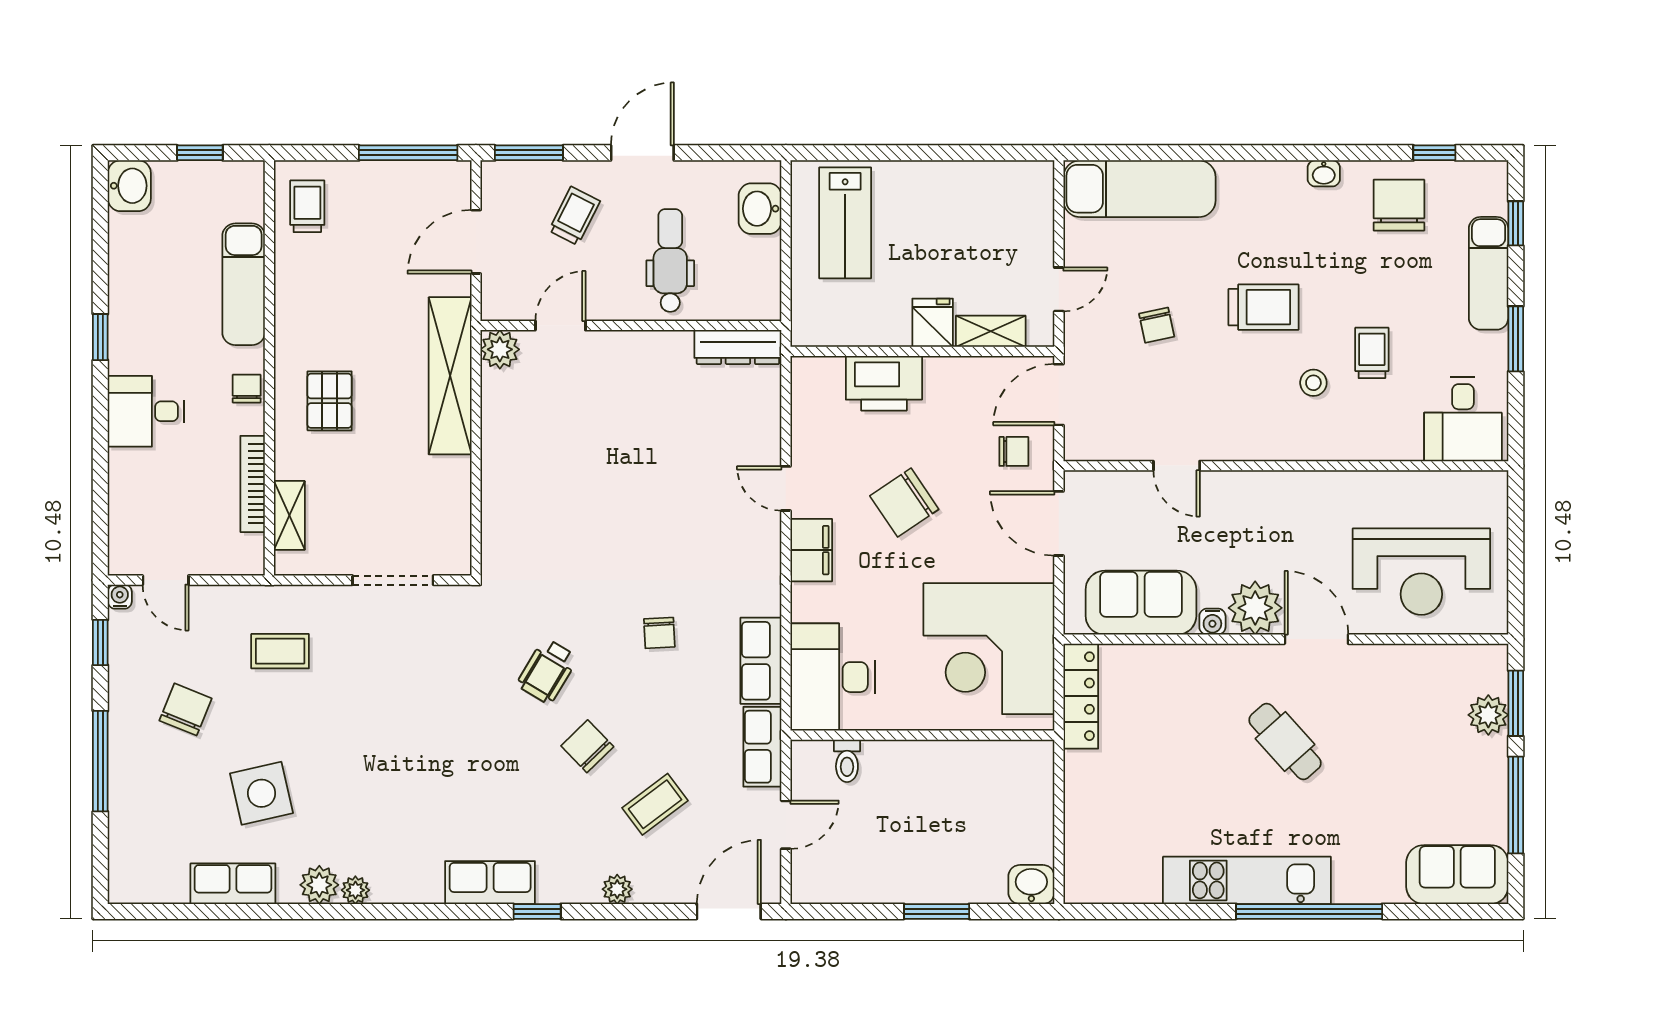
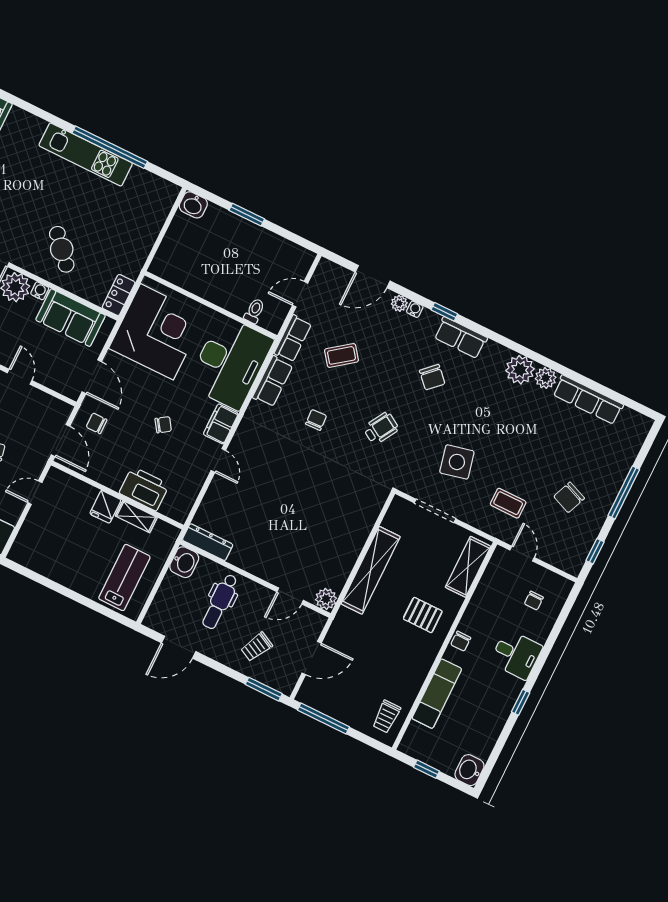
door: (642, 153) -> (179, 647), moved
washbasin: (760, 209) -> (184, 562), moved
shelving: (991, 331) -> (136, 517), moved
shelving: (450, 376) -> (371, 570), moved
door: (1059, 395) -> (60, 441), hinge flipped
pallet: (330, 401) -> (423, 615), turned 90
bookcase: (253, 484) -> (481, 593), removed
chair: (904, 503) -> (163, 425), width x0.54, depth x0.54
chair: (160, 513) -> (534, 601), added
shelving: (289, 515) -> (468, 567), width x1.50, depth x1.33
door: (166, 580) -> (522, 554), moved
water cooler: (120, 597) -> (415, 309), moved, turned 180
desk: (832, 677) -> (230, 363), width x1.36, depth x1.30
locker: (1081, 696) -> (119, 295), width x0.66
cafe table: (1285, 742) -> (62, 249), moved
chair: (587, 746) -> (432, 377), moved
side table: (262, 793) -> (457, 462), moved
coffee table: (655, 804) -> (341, 355), moved
row of seats: (233, 884) -> (588, 400), width x1.48
plant: (355, 890) -> (520, 370), width x1.87, depth x1.87
door: (729, 911) -> (373, 277), moved
window: (1309, 911) -> (110, 147), moved

